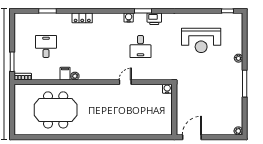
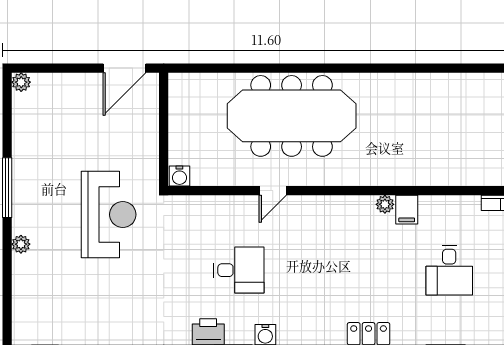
reception desk: (201, 40) -> (109, 215), moved, turned 90
desk: (140, 47) -> (239, 270), turned 90
meeting table: (56, 110) -> (292, 116), moved, width x1.36

